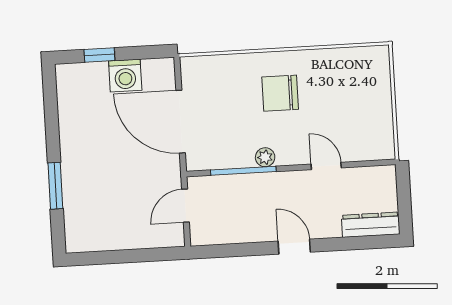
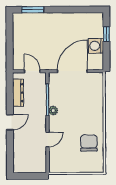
chair: (280, 93) -> (89, 143), moved
window: (55, 186) -> (33, 10), moved
dresser: (371, 225) -> (18, 93), moved

